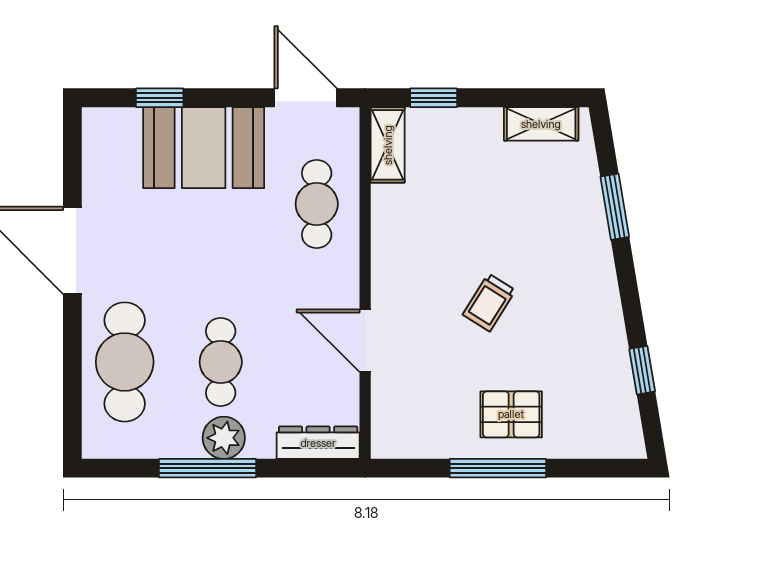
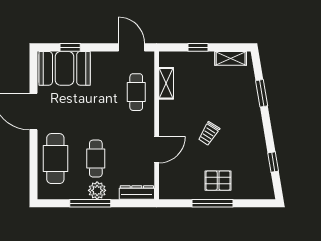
window: (434, 98) -> (198, 47), moved
shelving: (388, 145) -> (166, 83), moved
booth: (204, 148) -> (65, 68), moved
door: (365, 341) -> (157, 150), swing flipped

